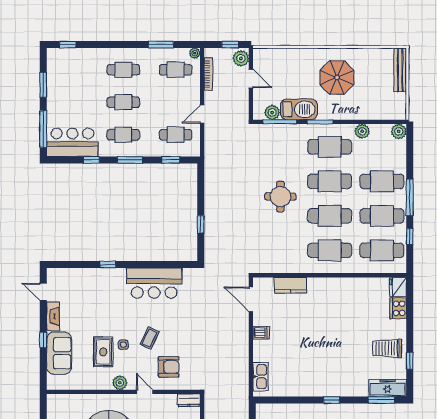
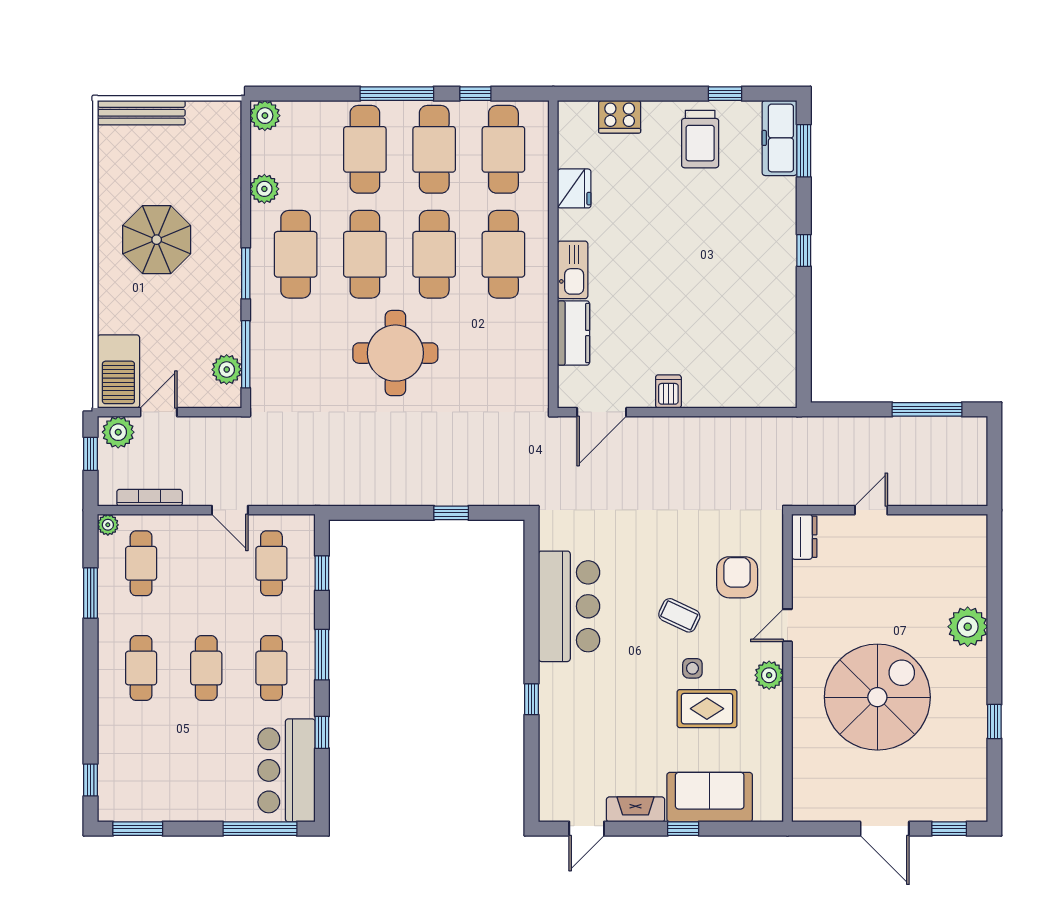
window: (43, 85) -> (138, 829), moved
barbecue: (299, 109) -> (118, 371), moved, turned 180
round table: (280, 197) -> (395, 353), width x1.36, depth x1.36
fridge: (398, 287) -> (574, 188), moved, turned -90
kitchen sink: (261, 377) -> (573, 270), moved, turned 90

